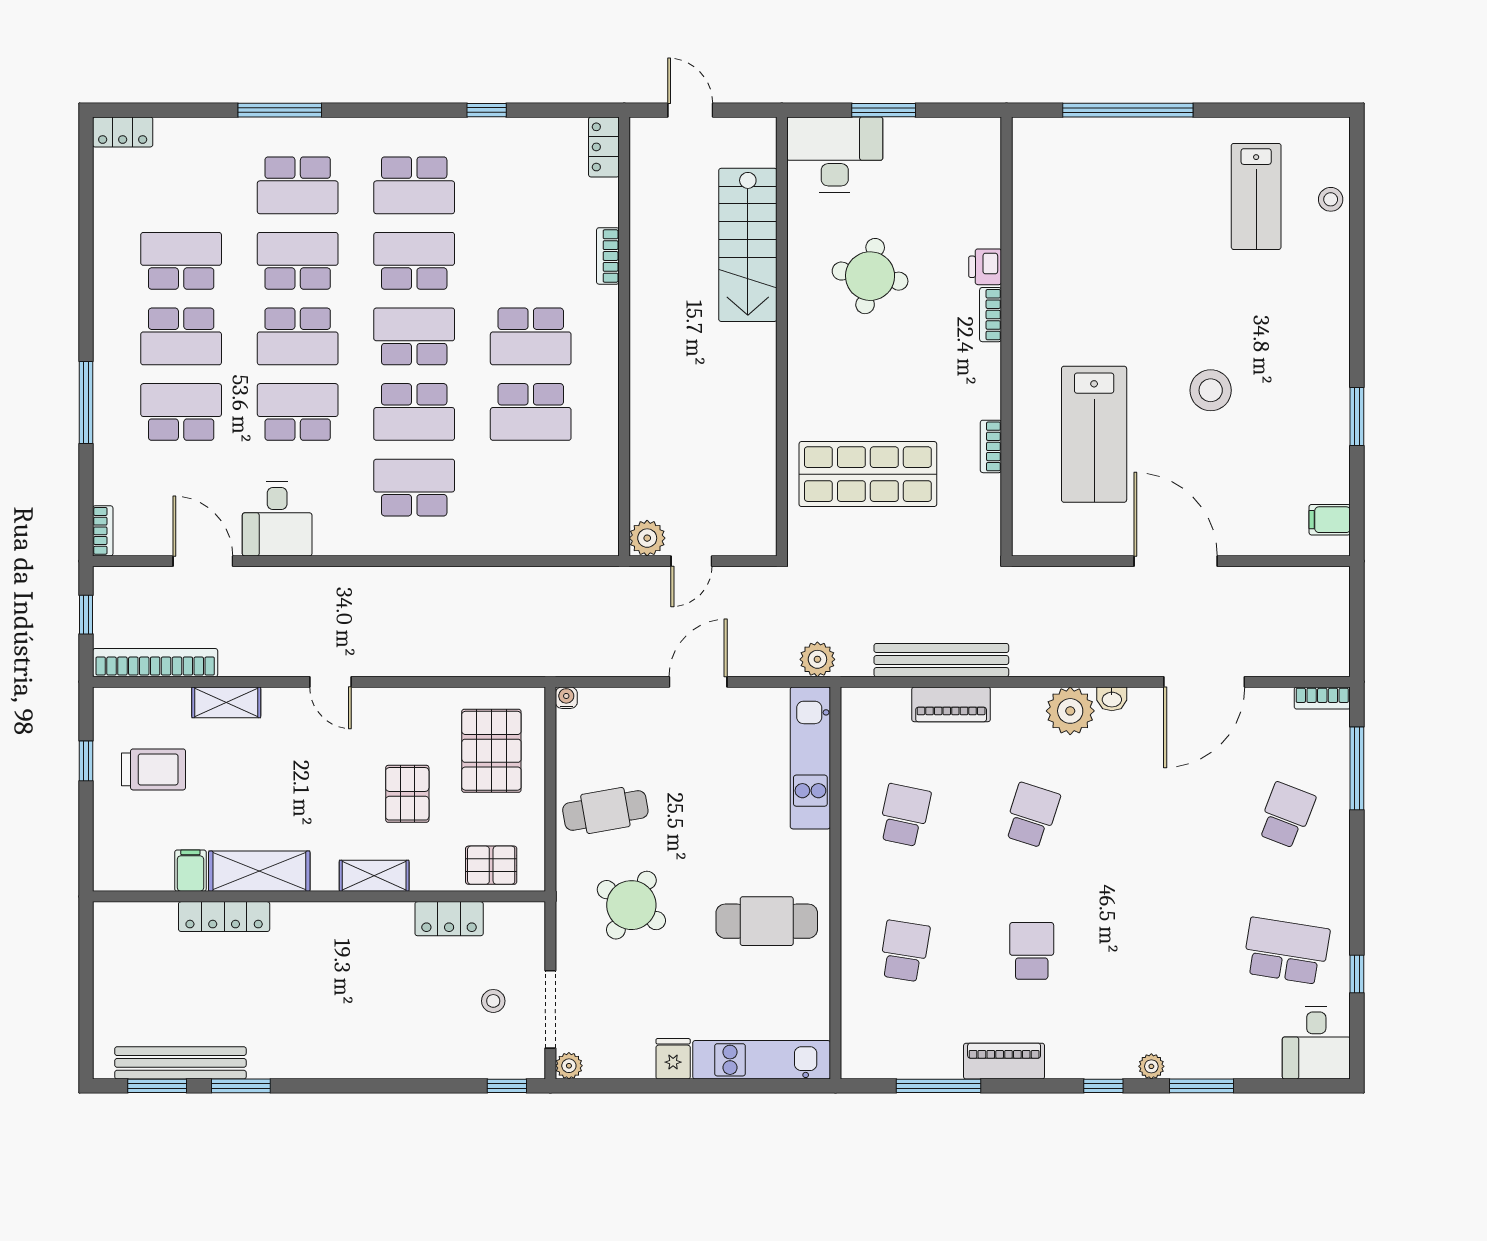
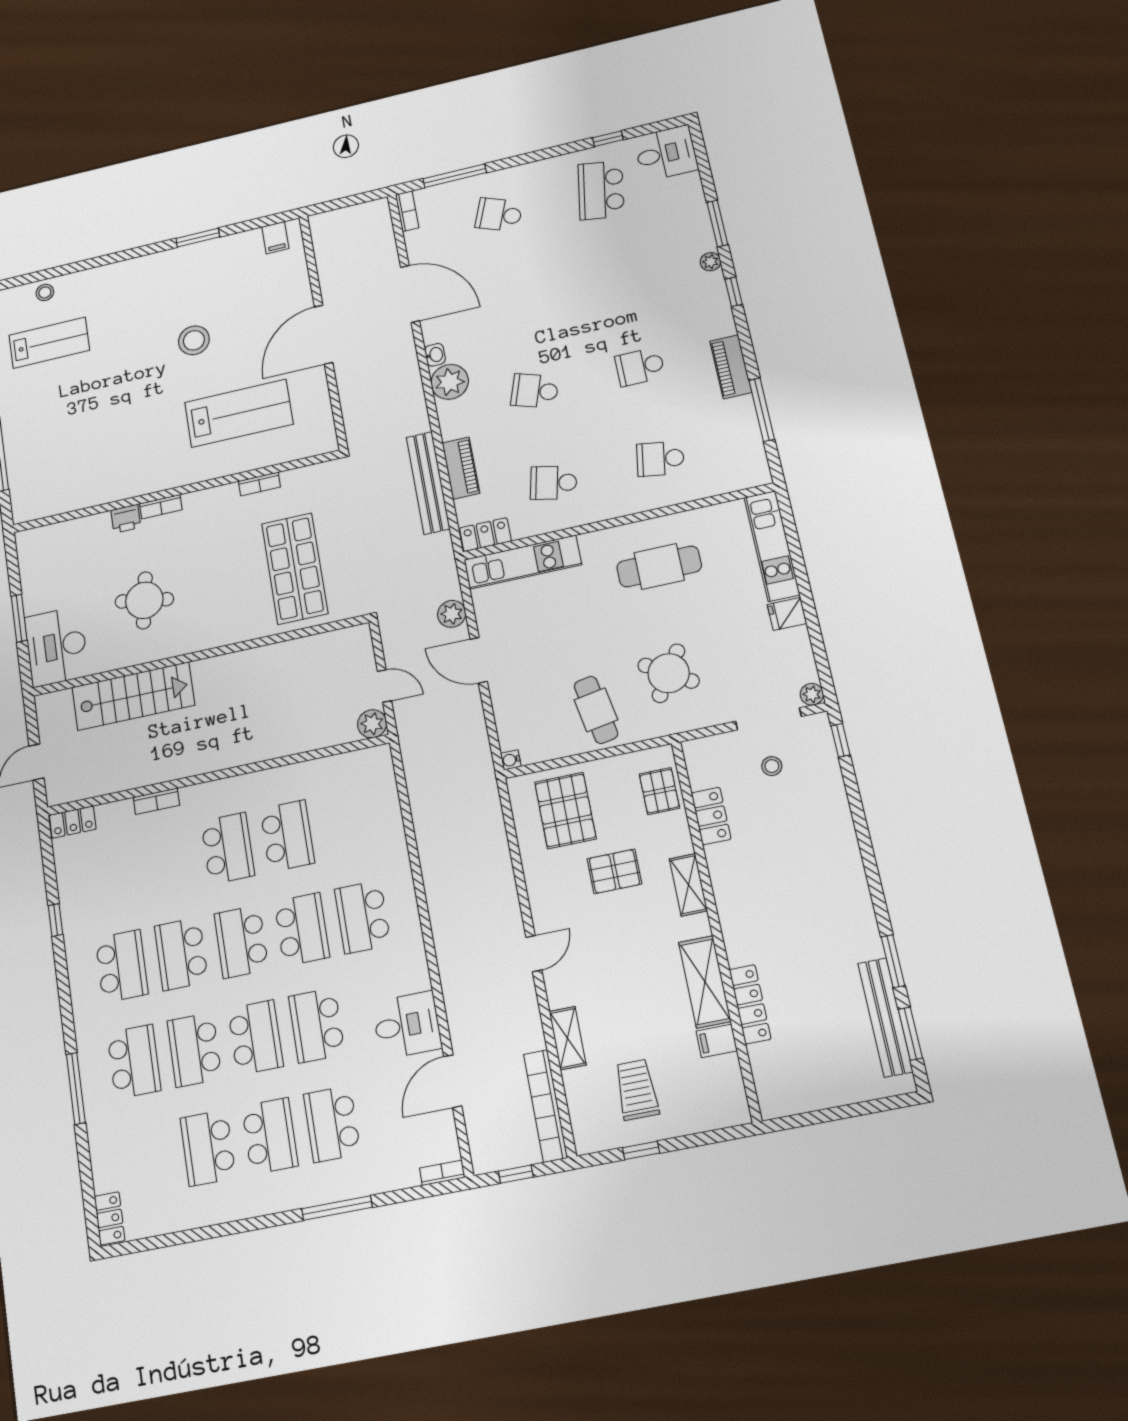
plant: (817, 659) -> (452, 614), moved
locker: (857, 719) -> (485, 535), added
pallet: (491, 751) -> (565, 810), turned 90
cafe table: (767, 921) -> (659, 566), turned 90

